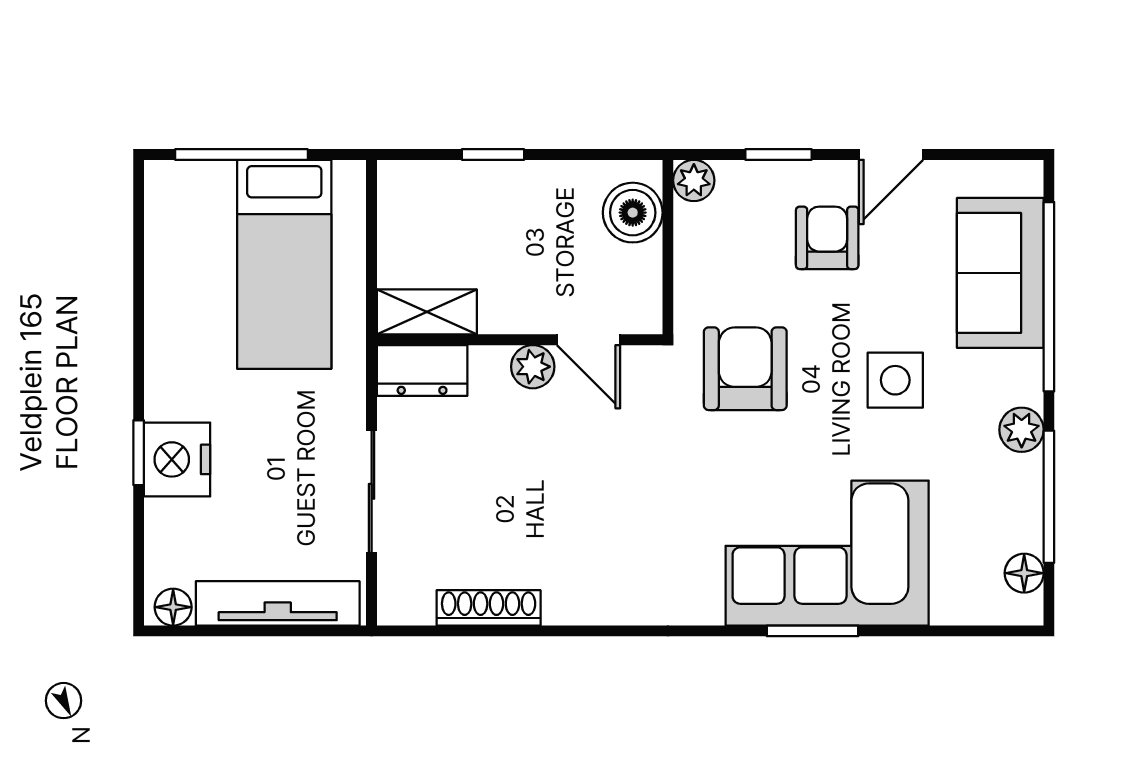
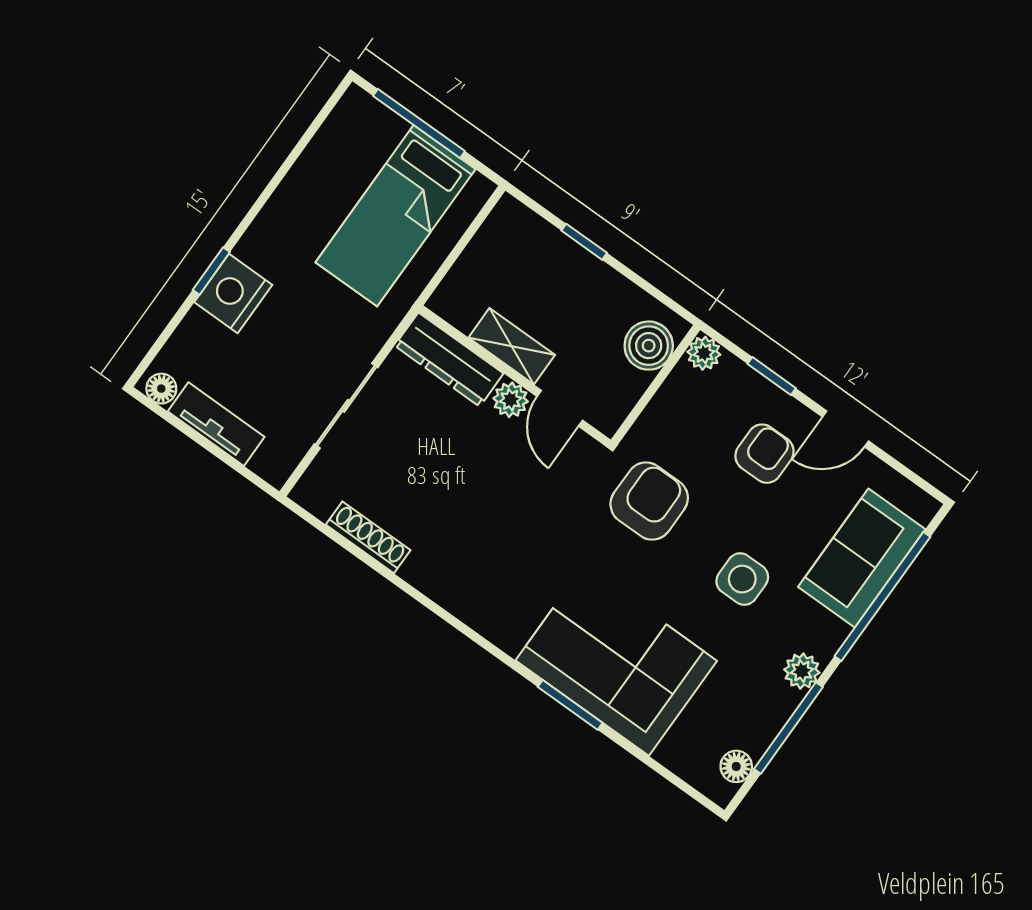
shelving: (427, 312) -> (512, 346), moved
dresser: (422, 371) -> (449, 360), width x1.44
tv unit: (278, 603) -> (216, 424), width x0.71

